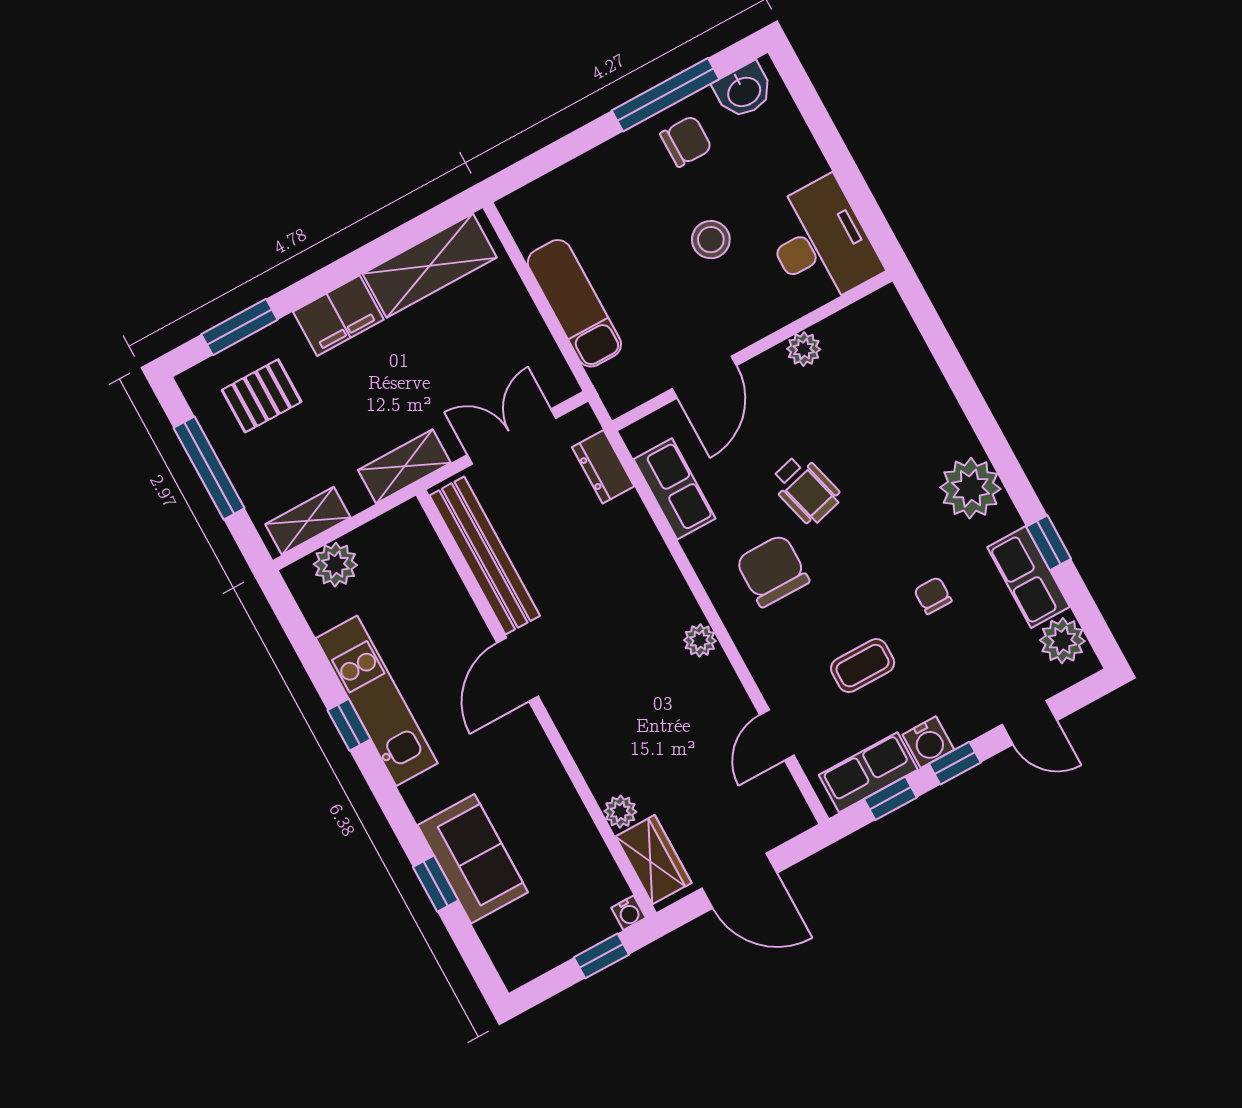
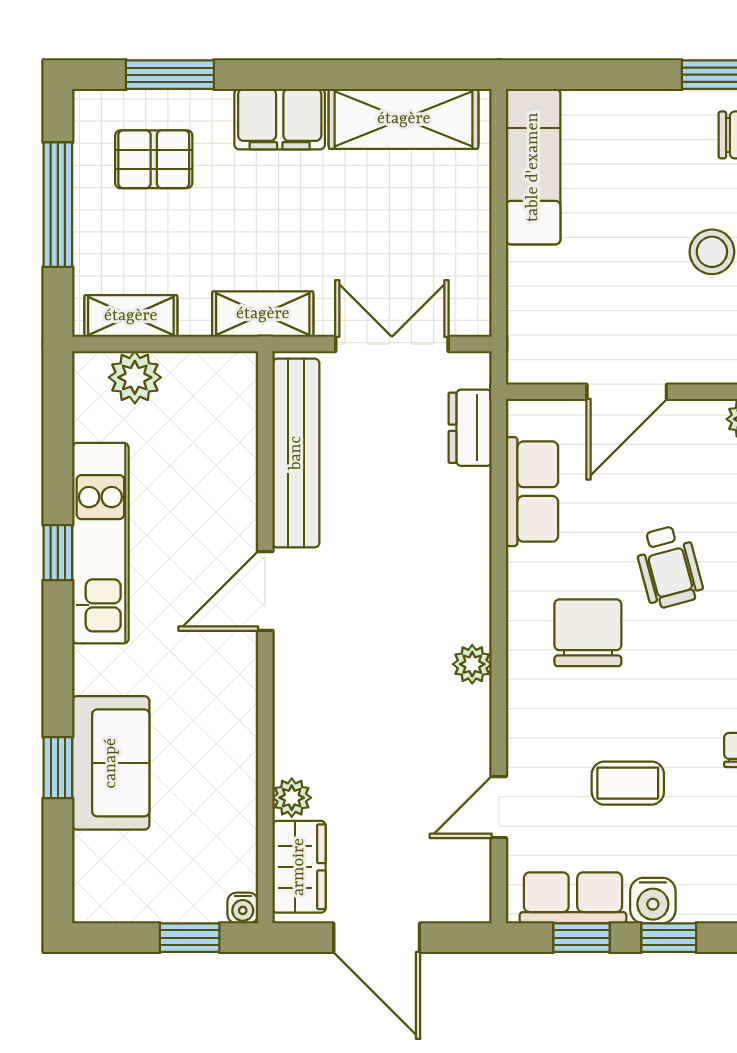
exam couch: (574, 303) -> (533, 167), moved

